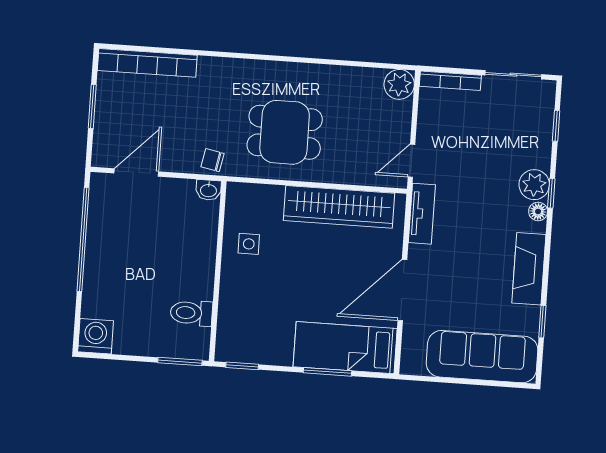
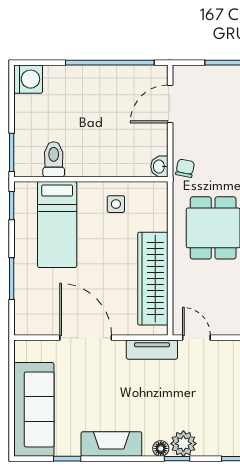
door: (136, 172) -> (170, 104), swing flipped
bed: (345, 348) -> (57, 225), moved, turned 180

